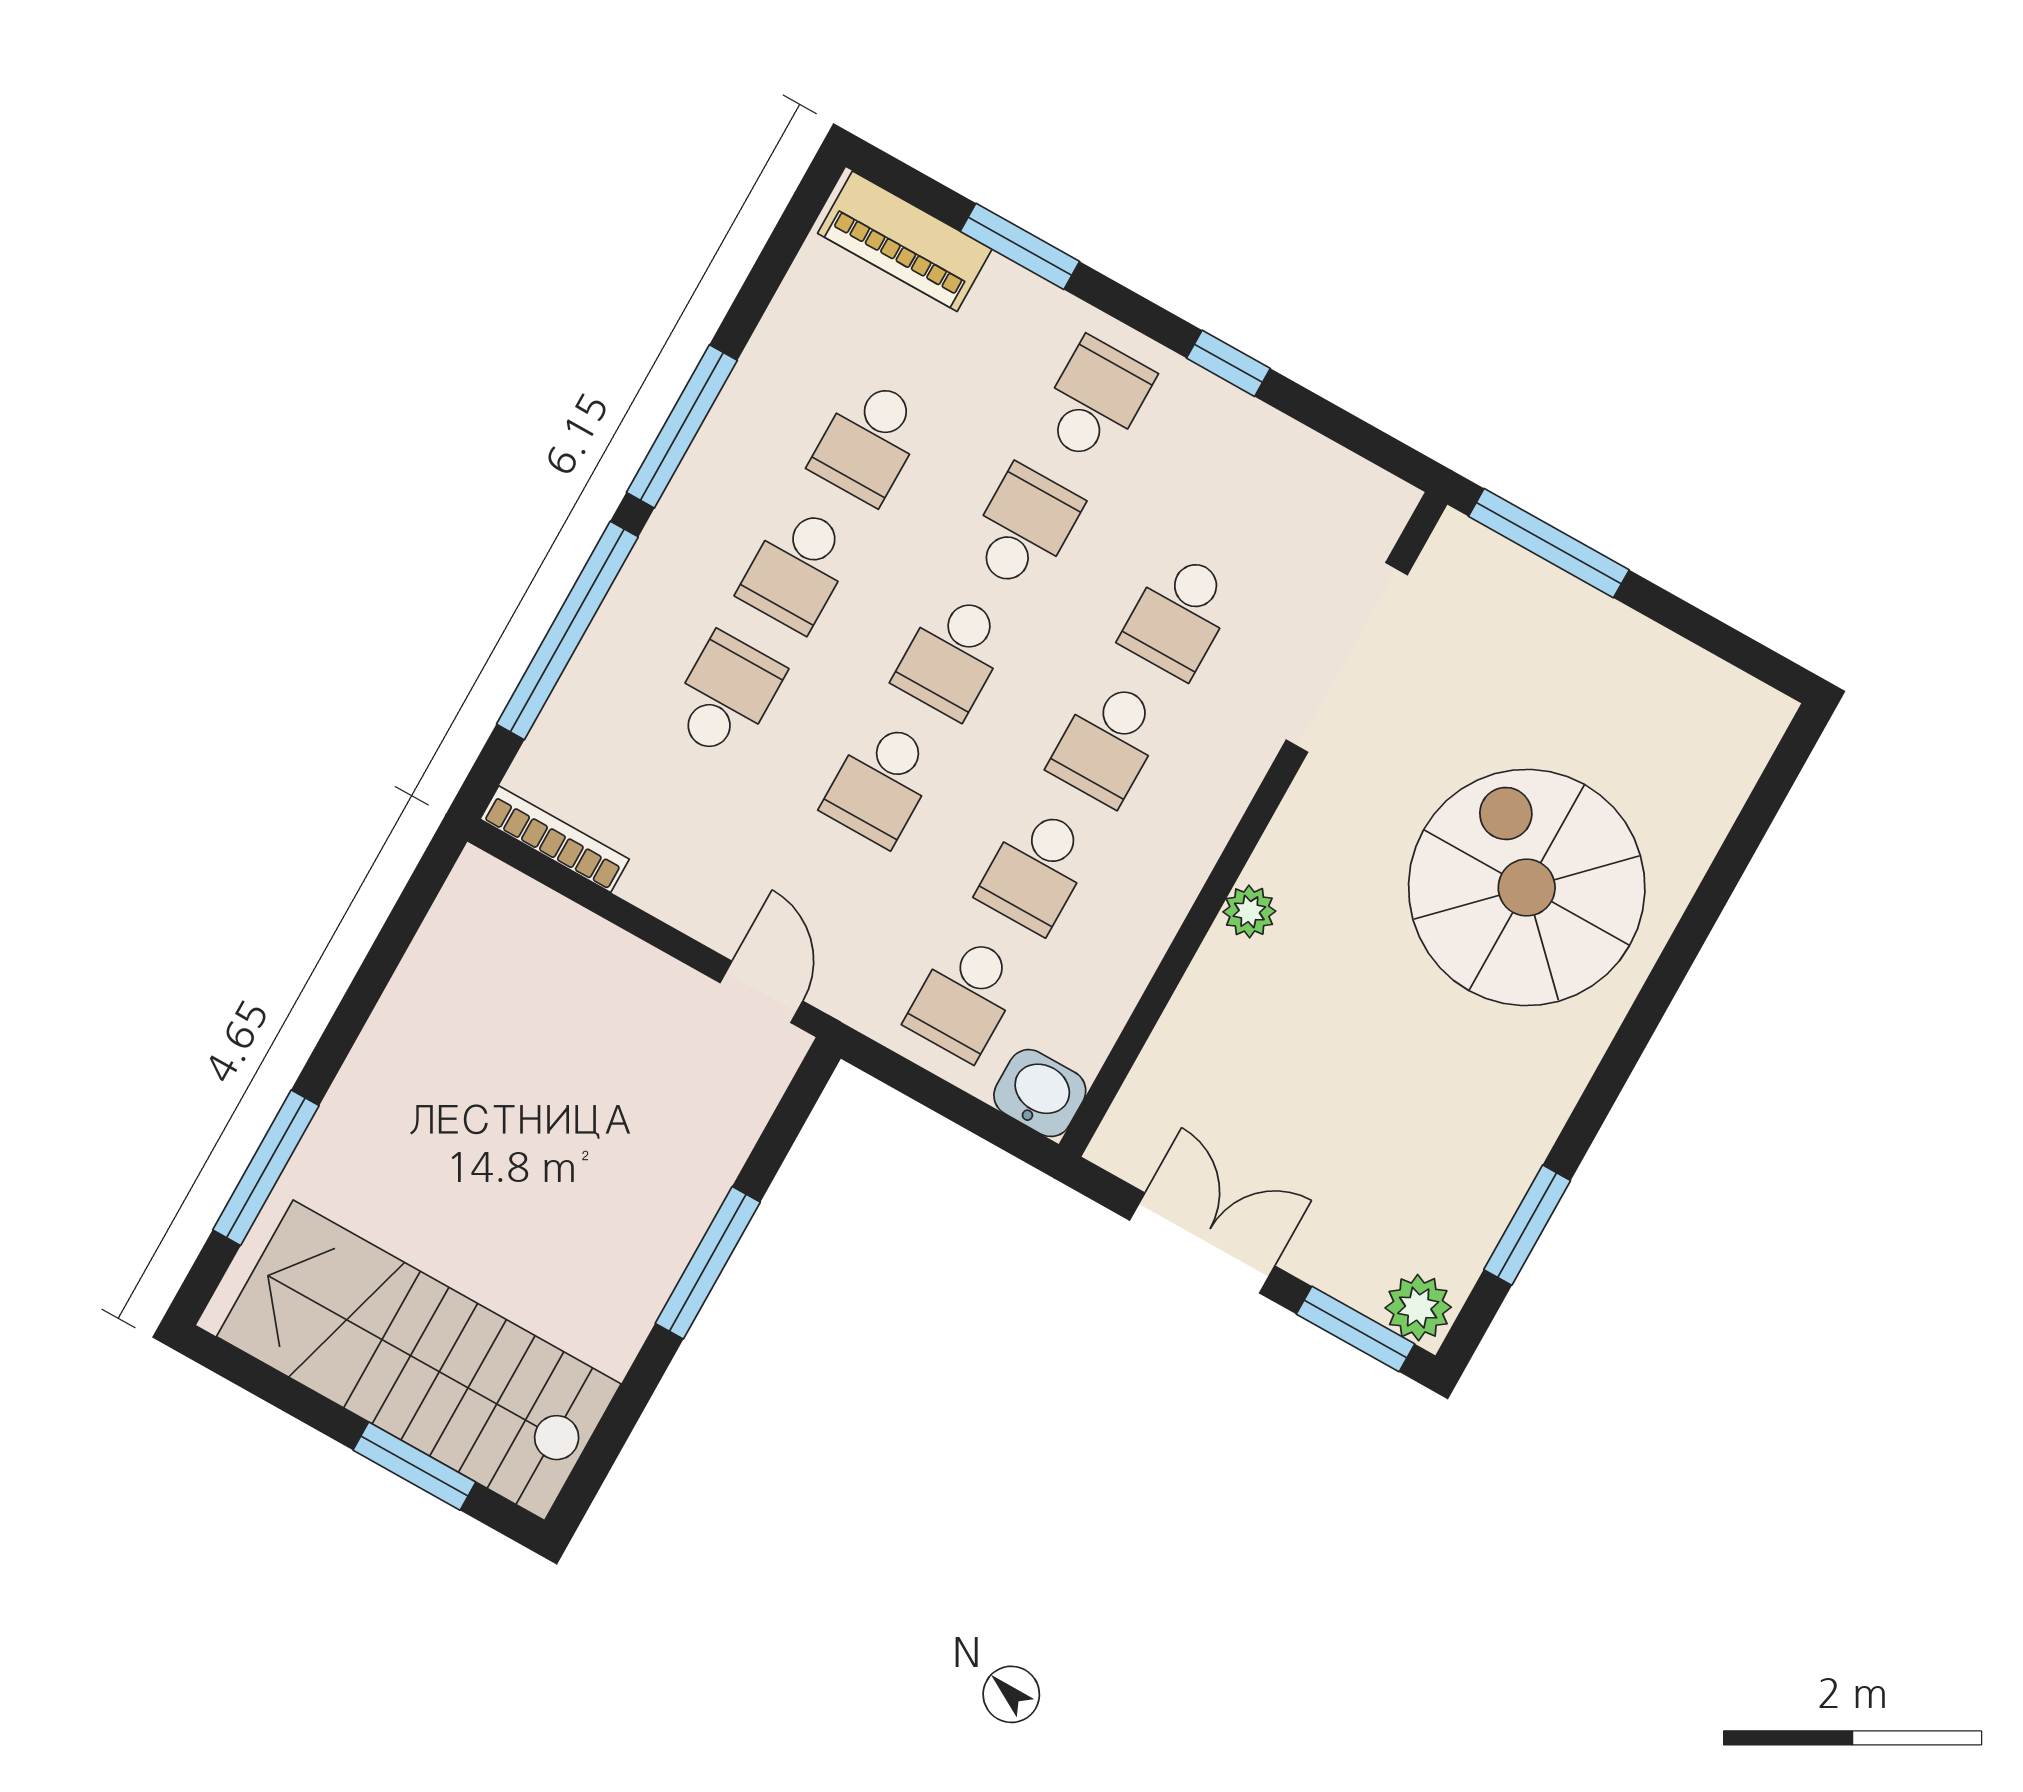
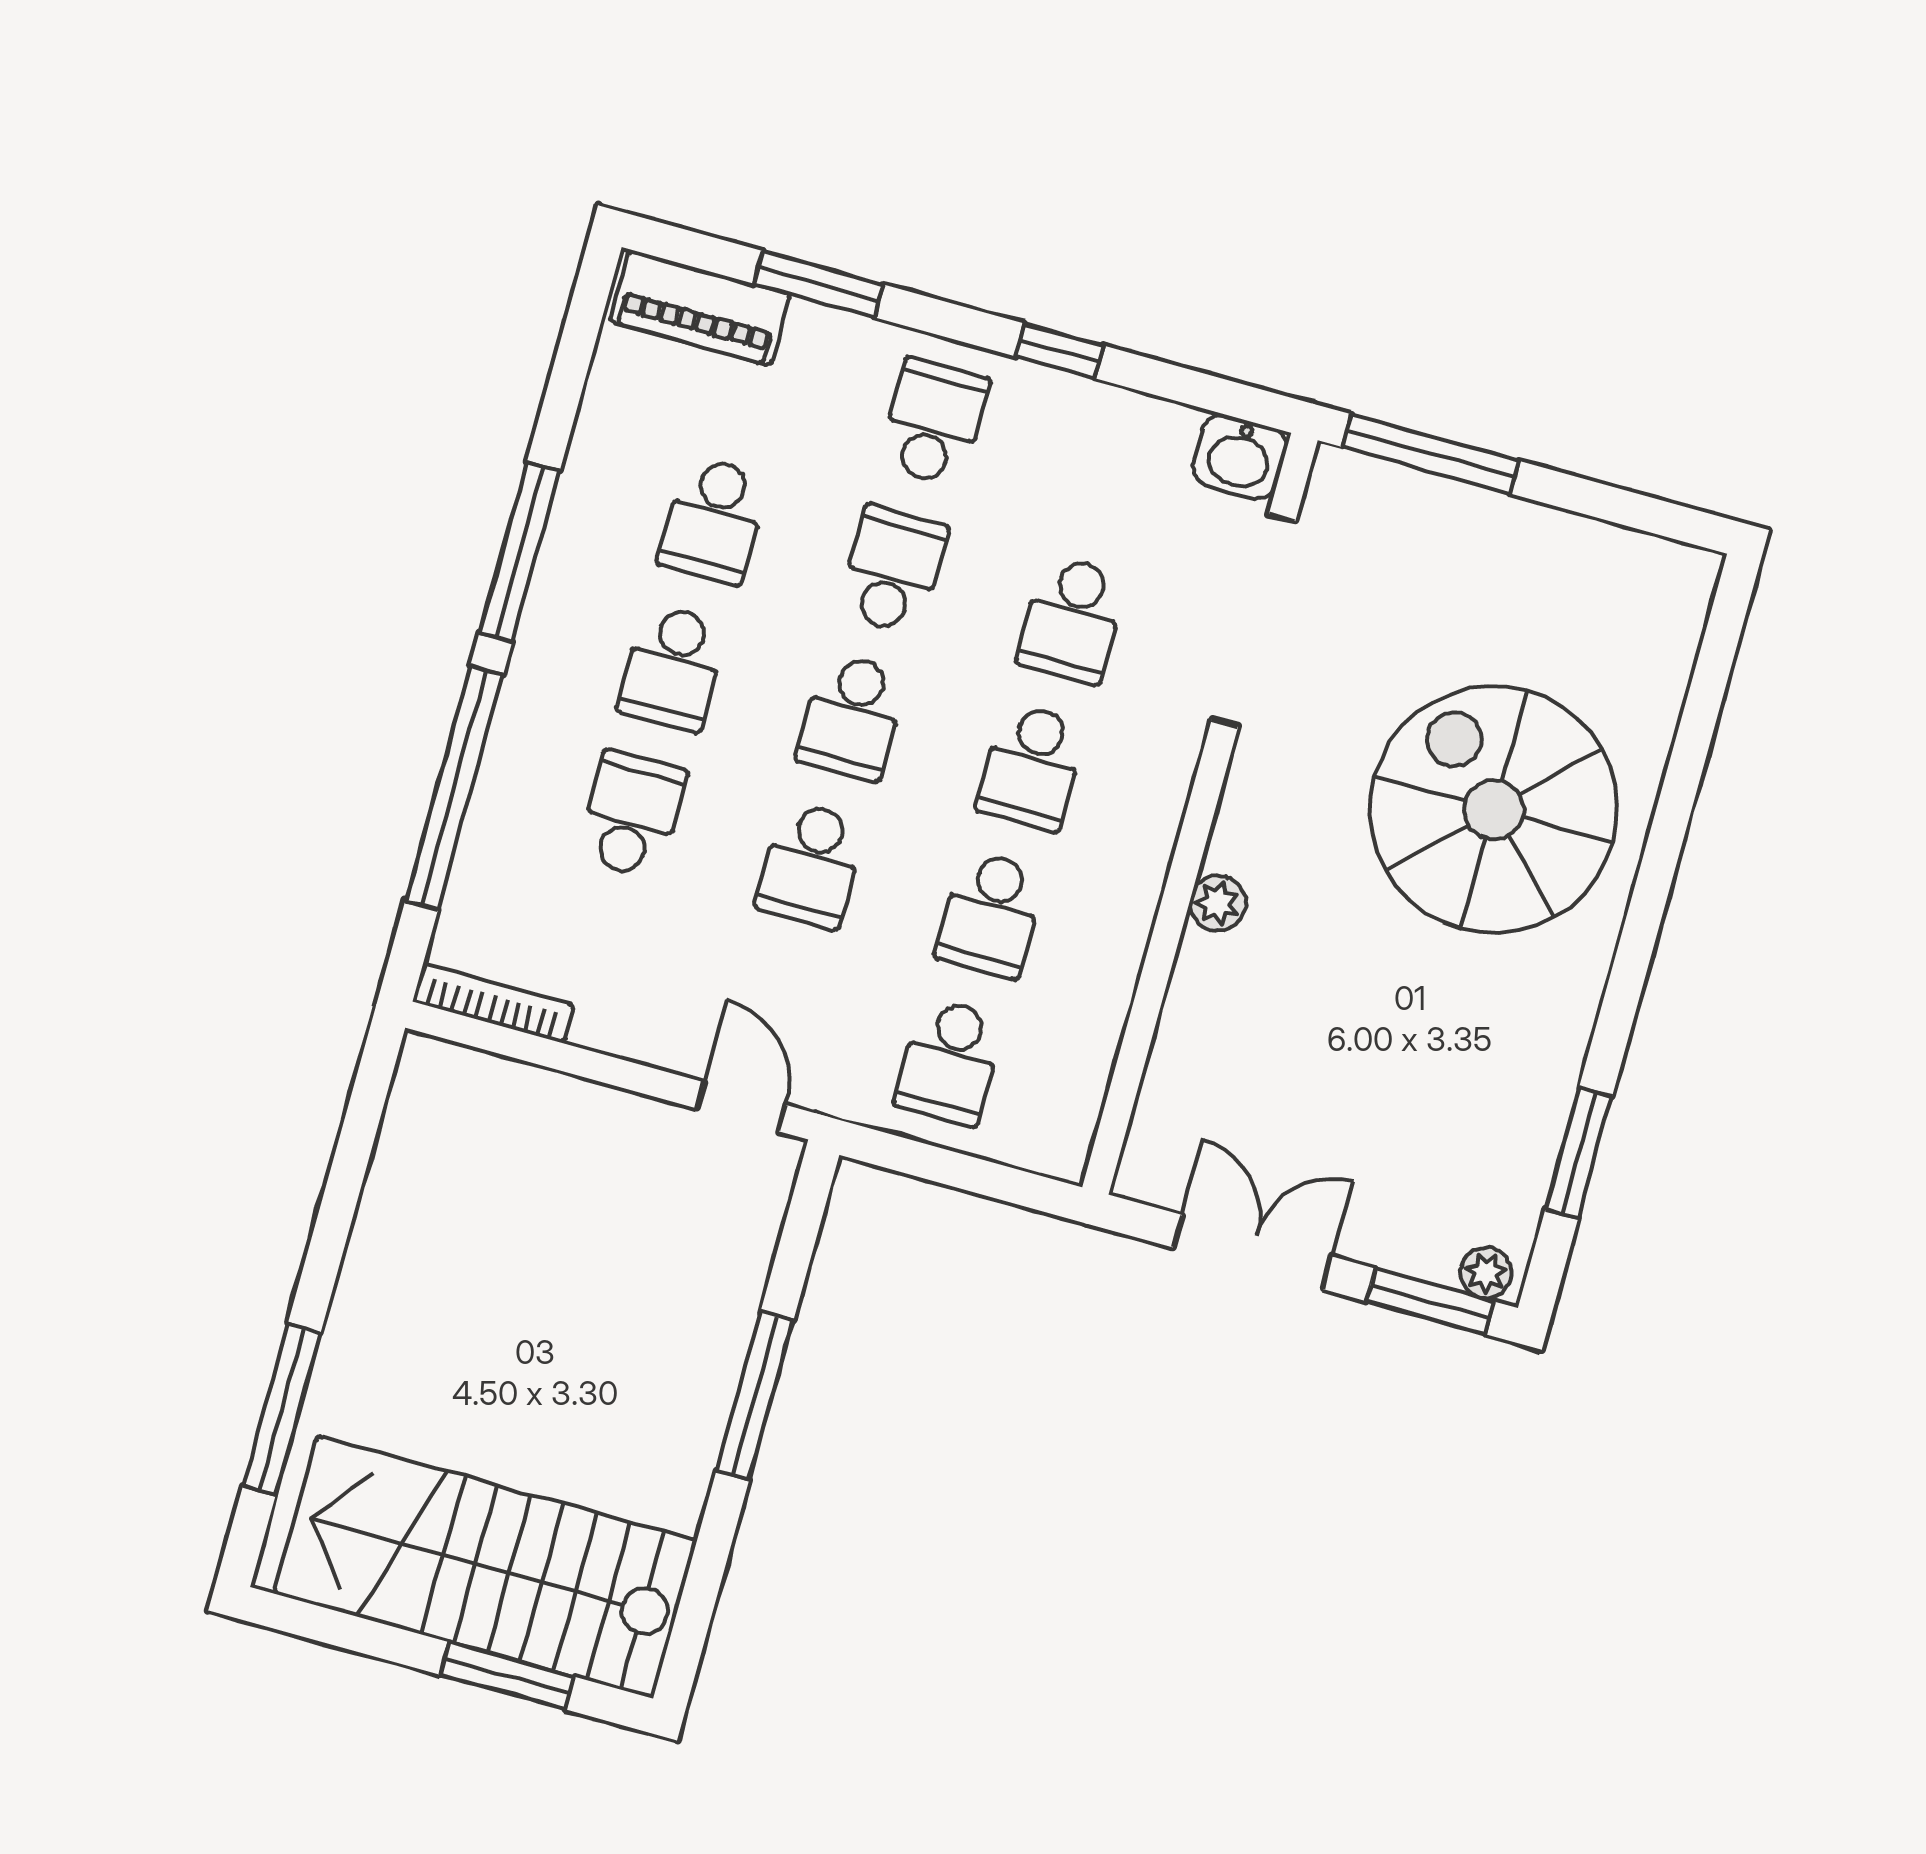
washbasin: (1040, 1093) -> (1240, 457), moved, turned 180
plant: (1418, 1308) -> (1486, 1273), width x0.73, depth x0.73

